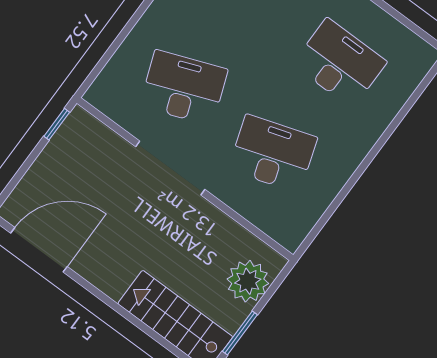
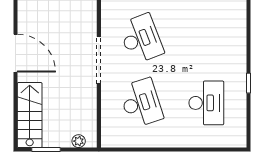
door: (39, 250) -> (15, 53), moved
plant: (248, 281) -> (79, 141), width x0.53, depth x0.53

